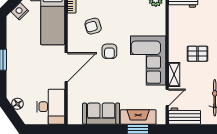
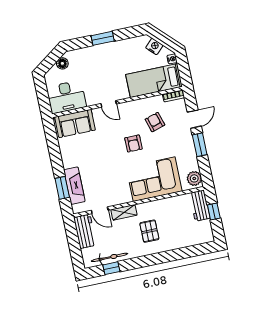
armchair: (109, 51) -> (133, 143), turned -90
corner sofa: (148, 61) -> (154, 179), moved
door: (66, 67) -> (109, 104), width x0.53
sofa: (101, 114) -> (75, 123), moved, turned 90

